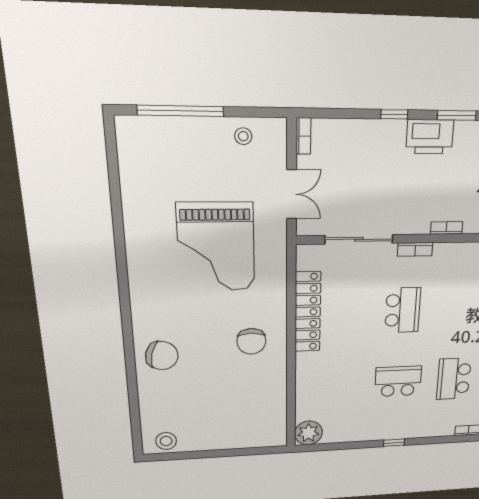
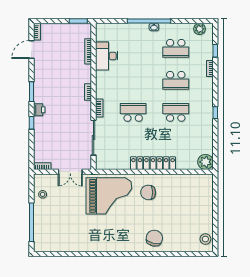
printer: (430, 137) -> (39, 110), width x0.53, depth x0.68
double door: (292, 194) -> (70, 172), swing flipped
grand piano: (216, 247) -> (109, 196), moved
locker: (308, 312) -> (153, 163), moved
chair: (251, 341) -> (148, 192), turned 180
school desk: (398, 381) -> (176, 112), turned 90

